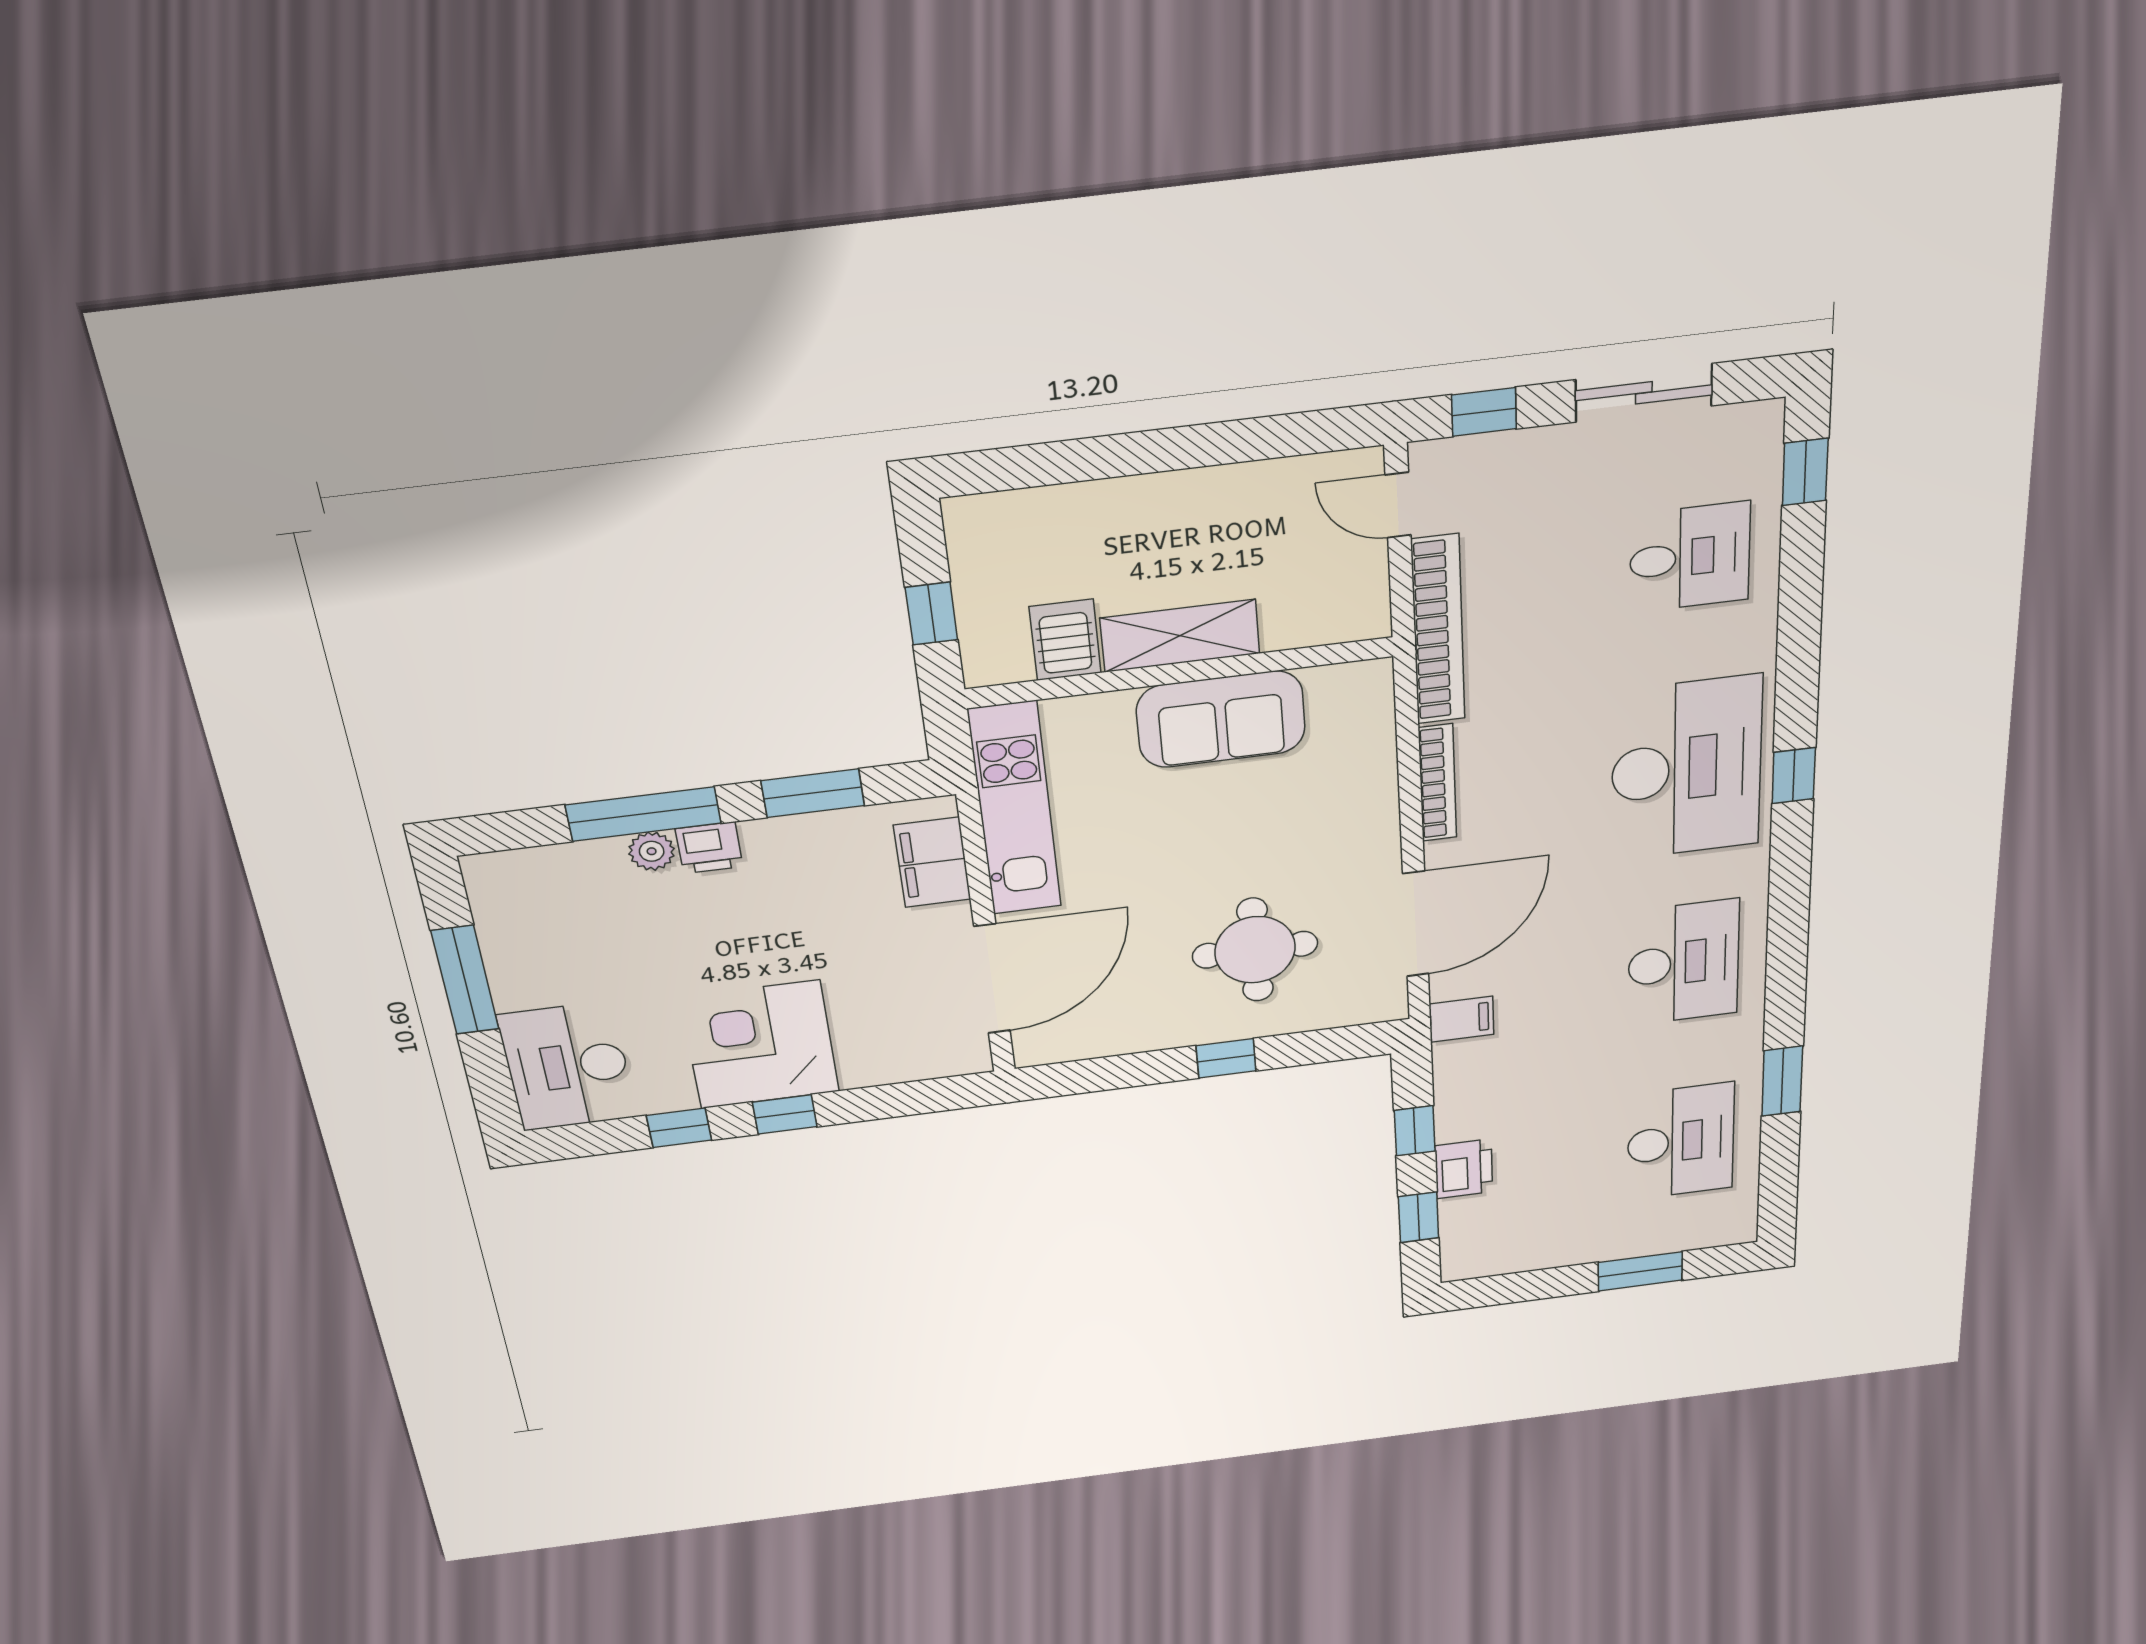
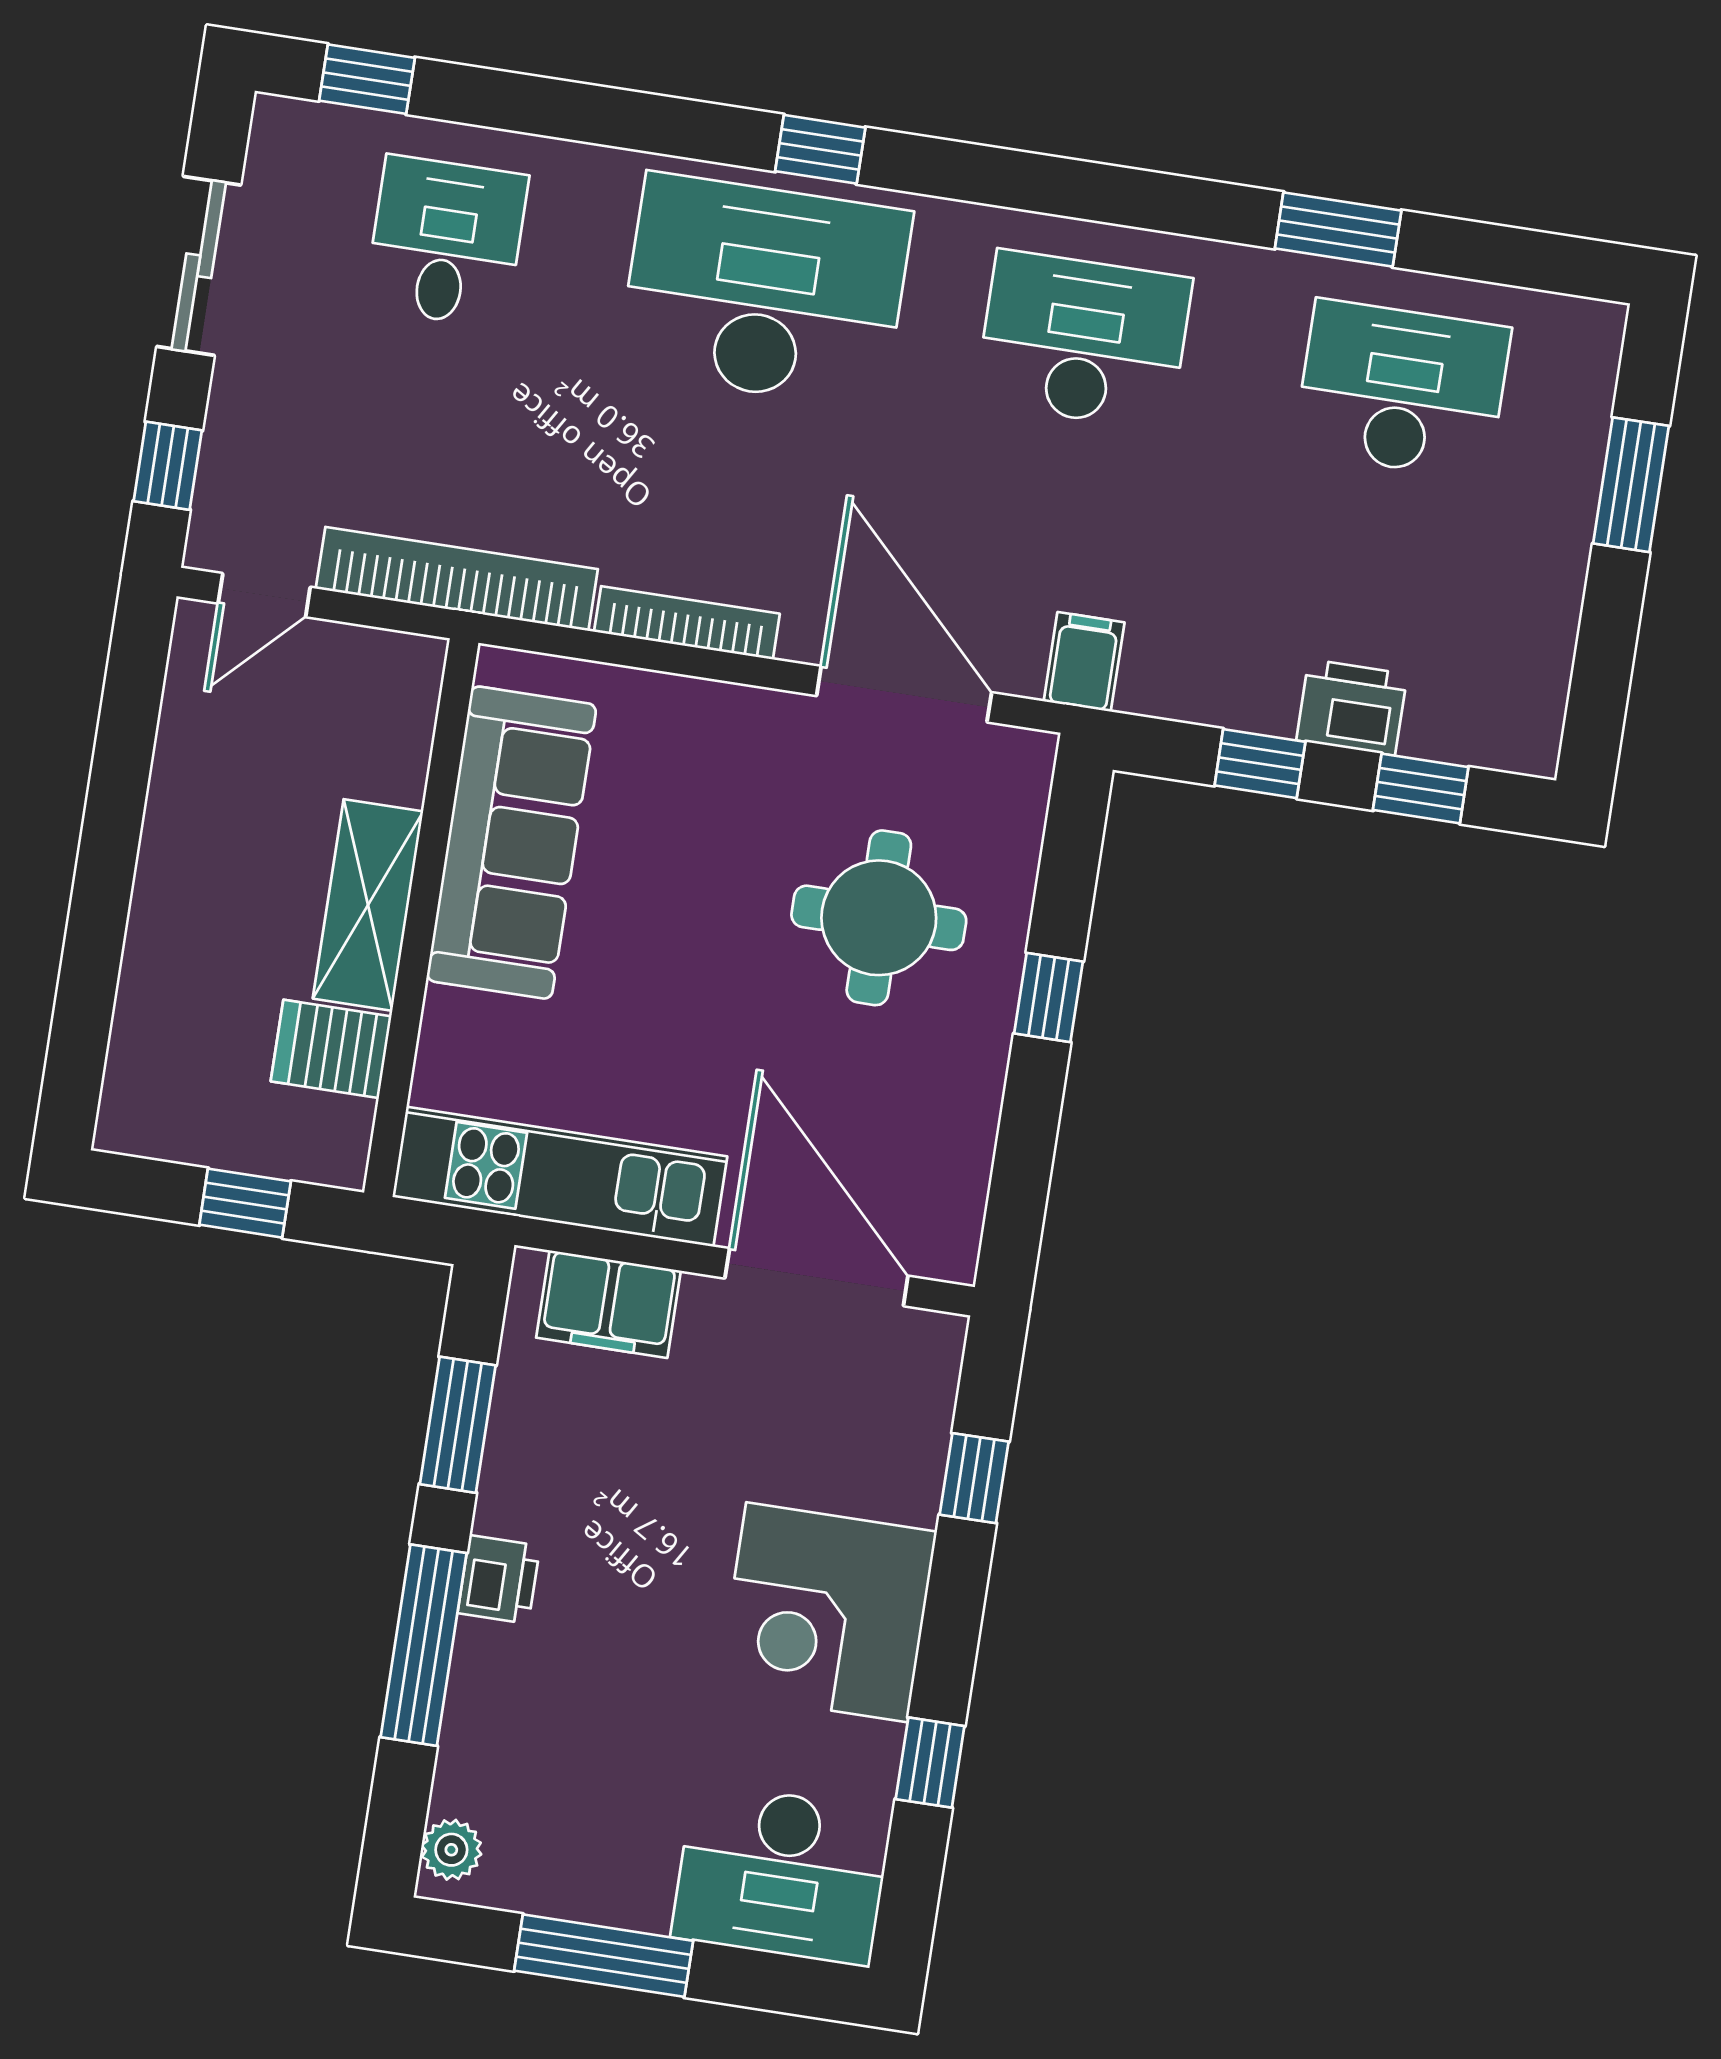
sofa: (1221, 719) -> (511, 843), width x1.36
plant: (652, 851) -> (451, 1850), moved
window: (785, 1114) -> (974, 1478), moved

